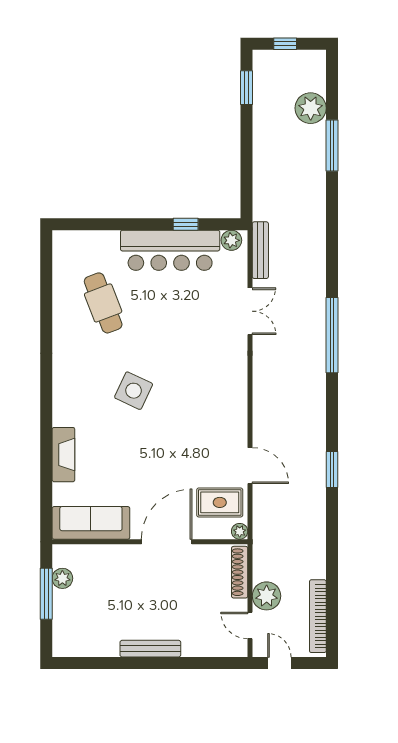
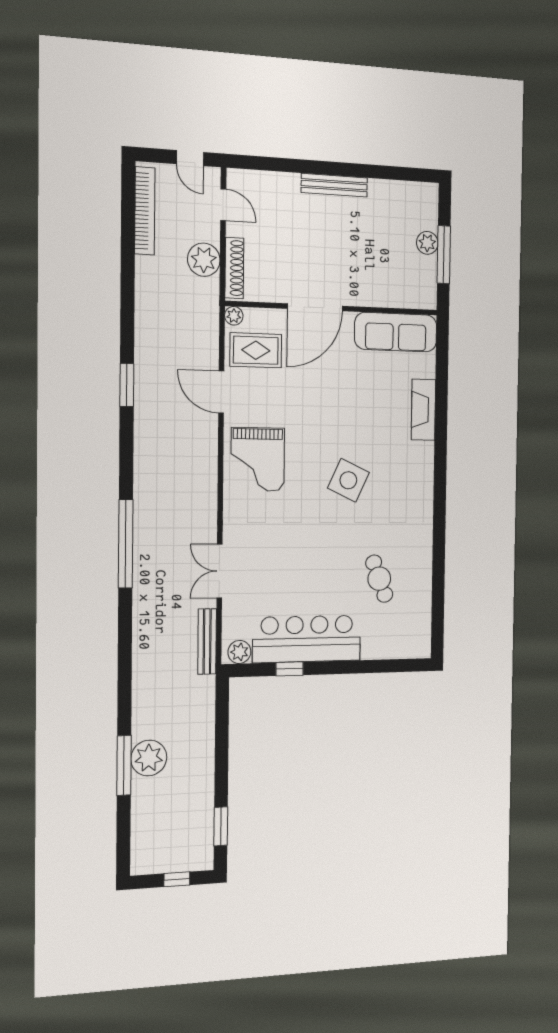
plant: (311, 108) -> (149, 758), moved
cafe table: (103, 303) -> (379, 579), width x0.73, depth x0.74
grand piano: (217, 408) -> (258, 459), added
plant: (62, 578) -> (427, 243), moved
plant: (267, 596) -> (204, 260), moved

